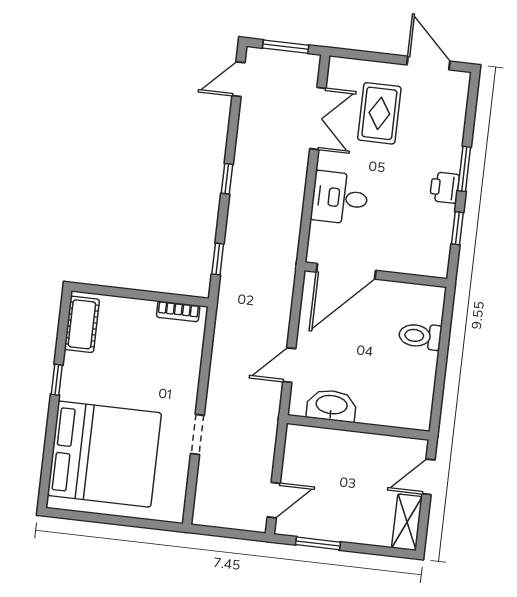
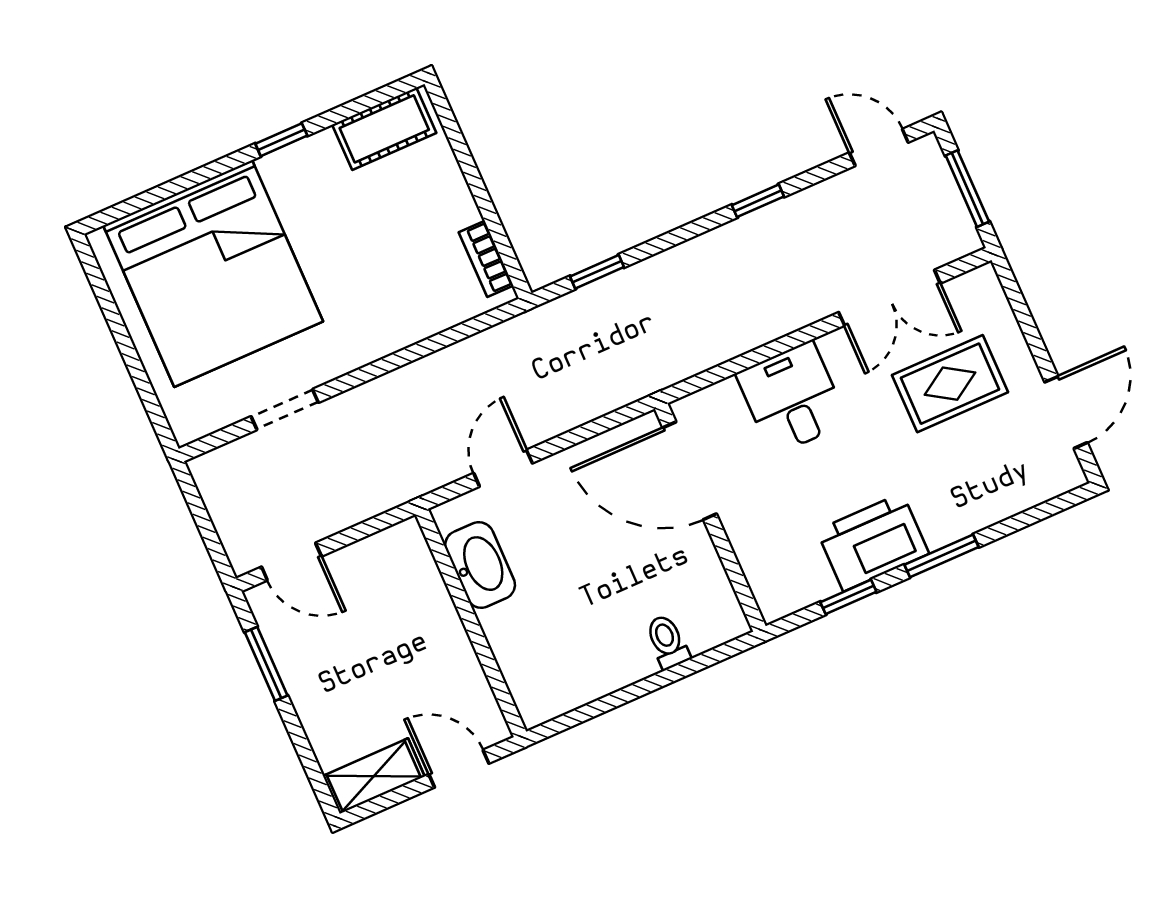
window: (227, 179) -> (758, 201), moved
printer: (445, 188) -> (873, 542), width x1.87, depth x1.48
toilet: (420, 336) -> (667, 642), width x0.73, depth x0.72
door: (289, 365) -> (503, 468), hinge flipped
doorway: (197, 434) -> (285, 409), moved

